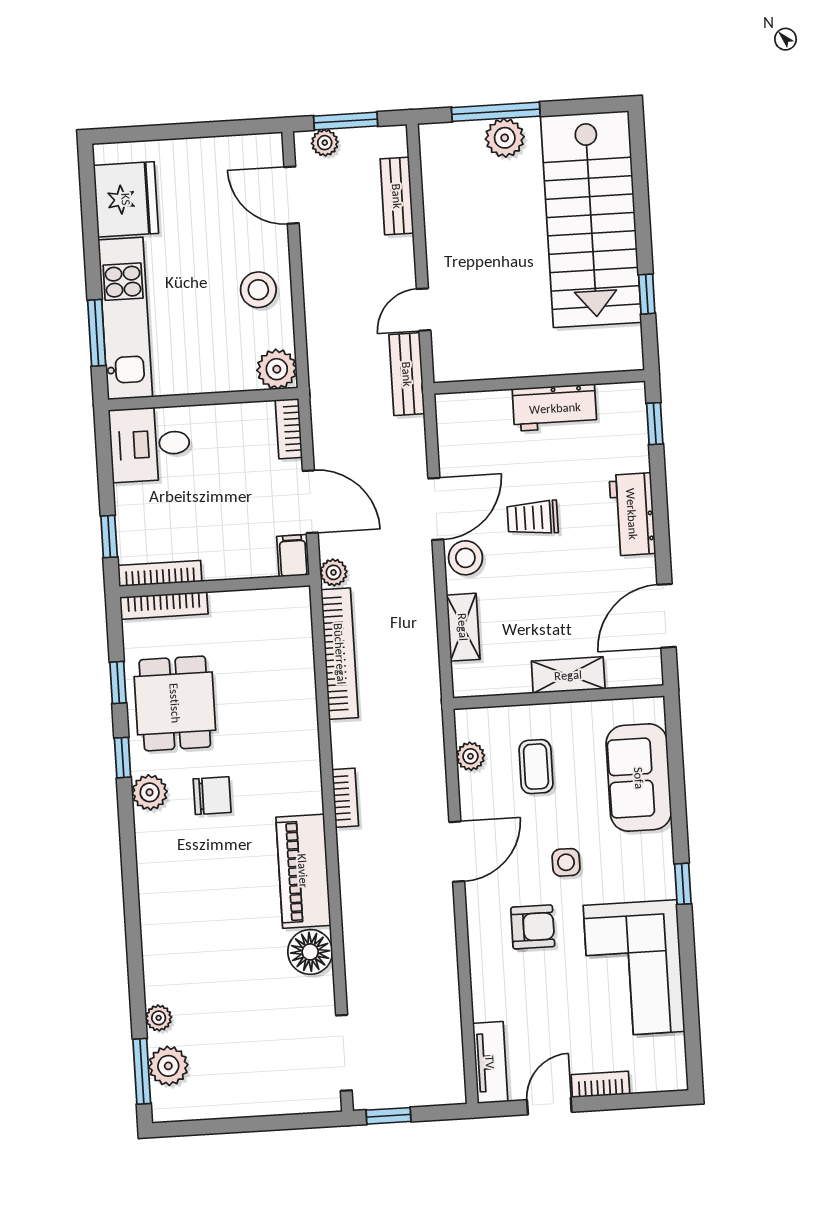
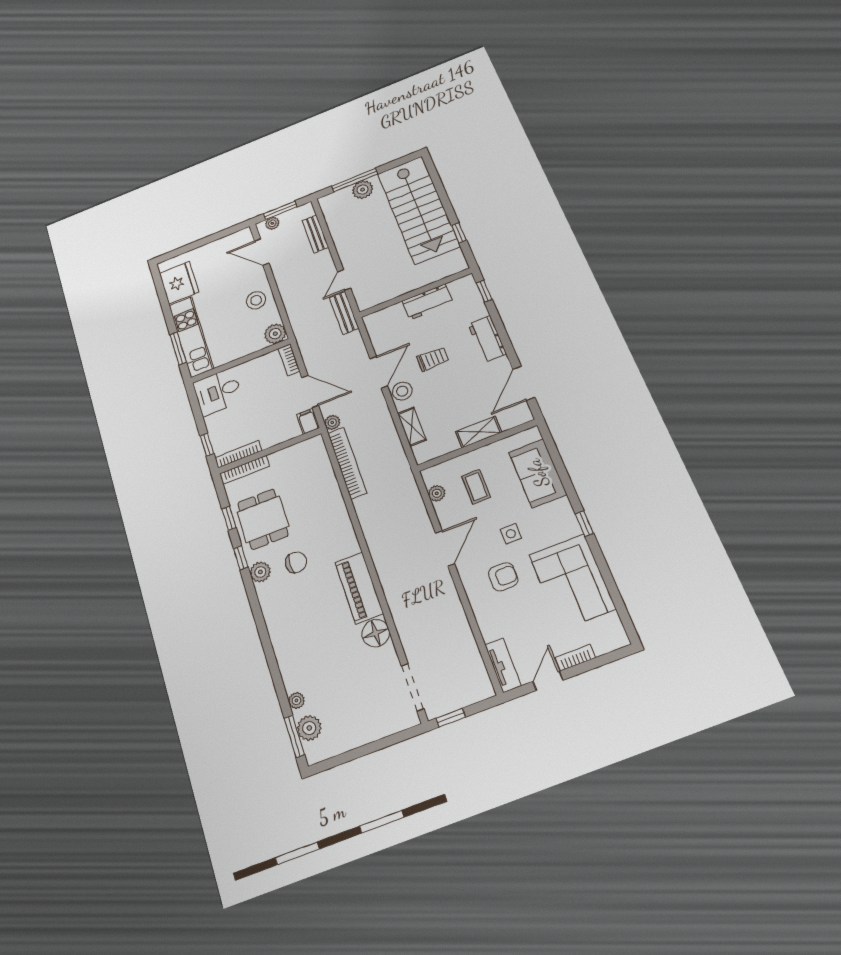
trolley: (533, 518) -> (433, 359), turned 180
bookcase: (345, 798) -> (372, 539), removed

